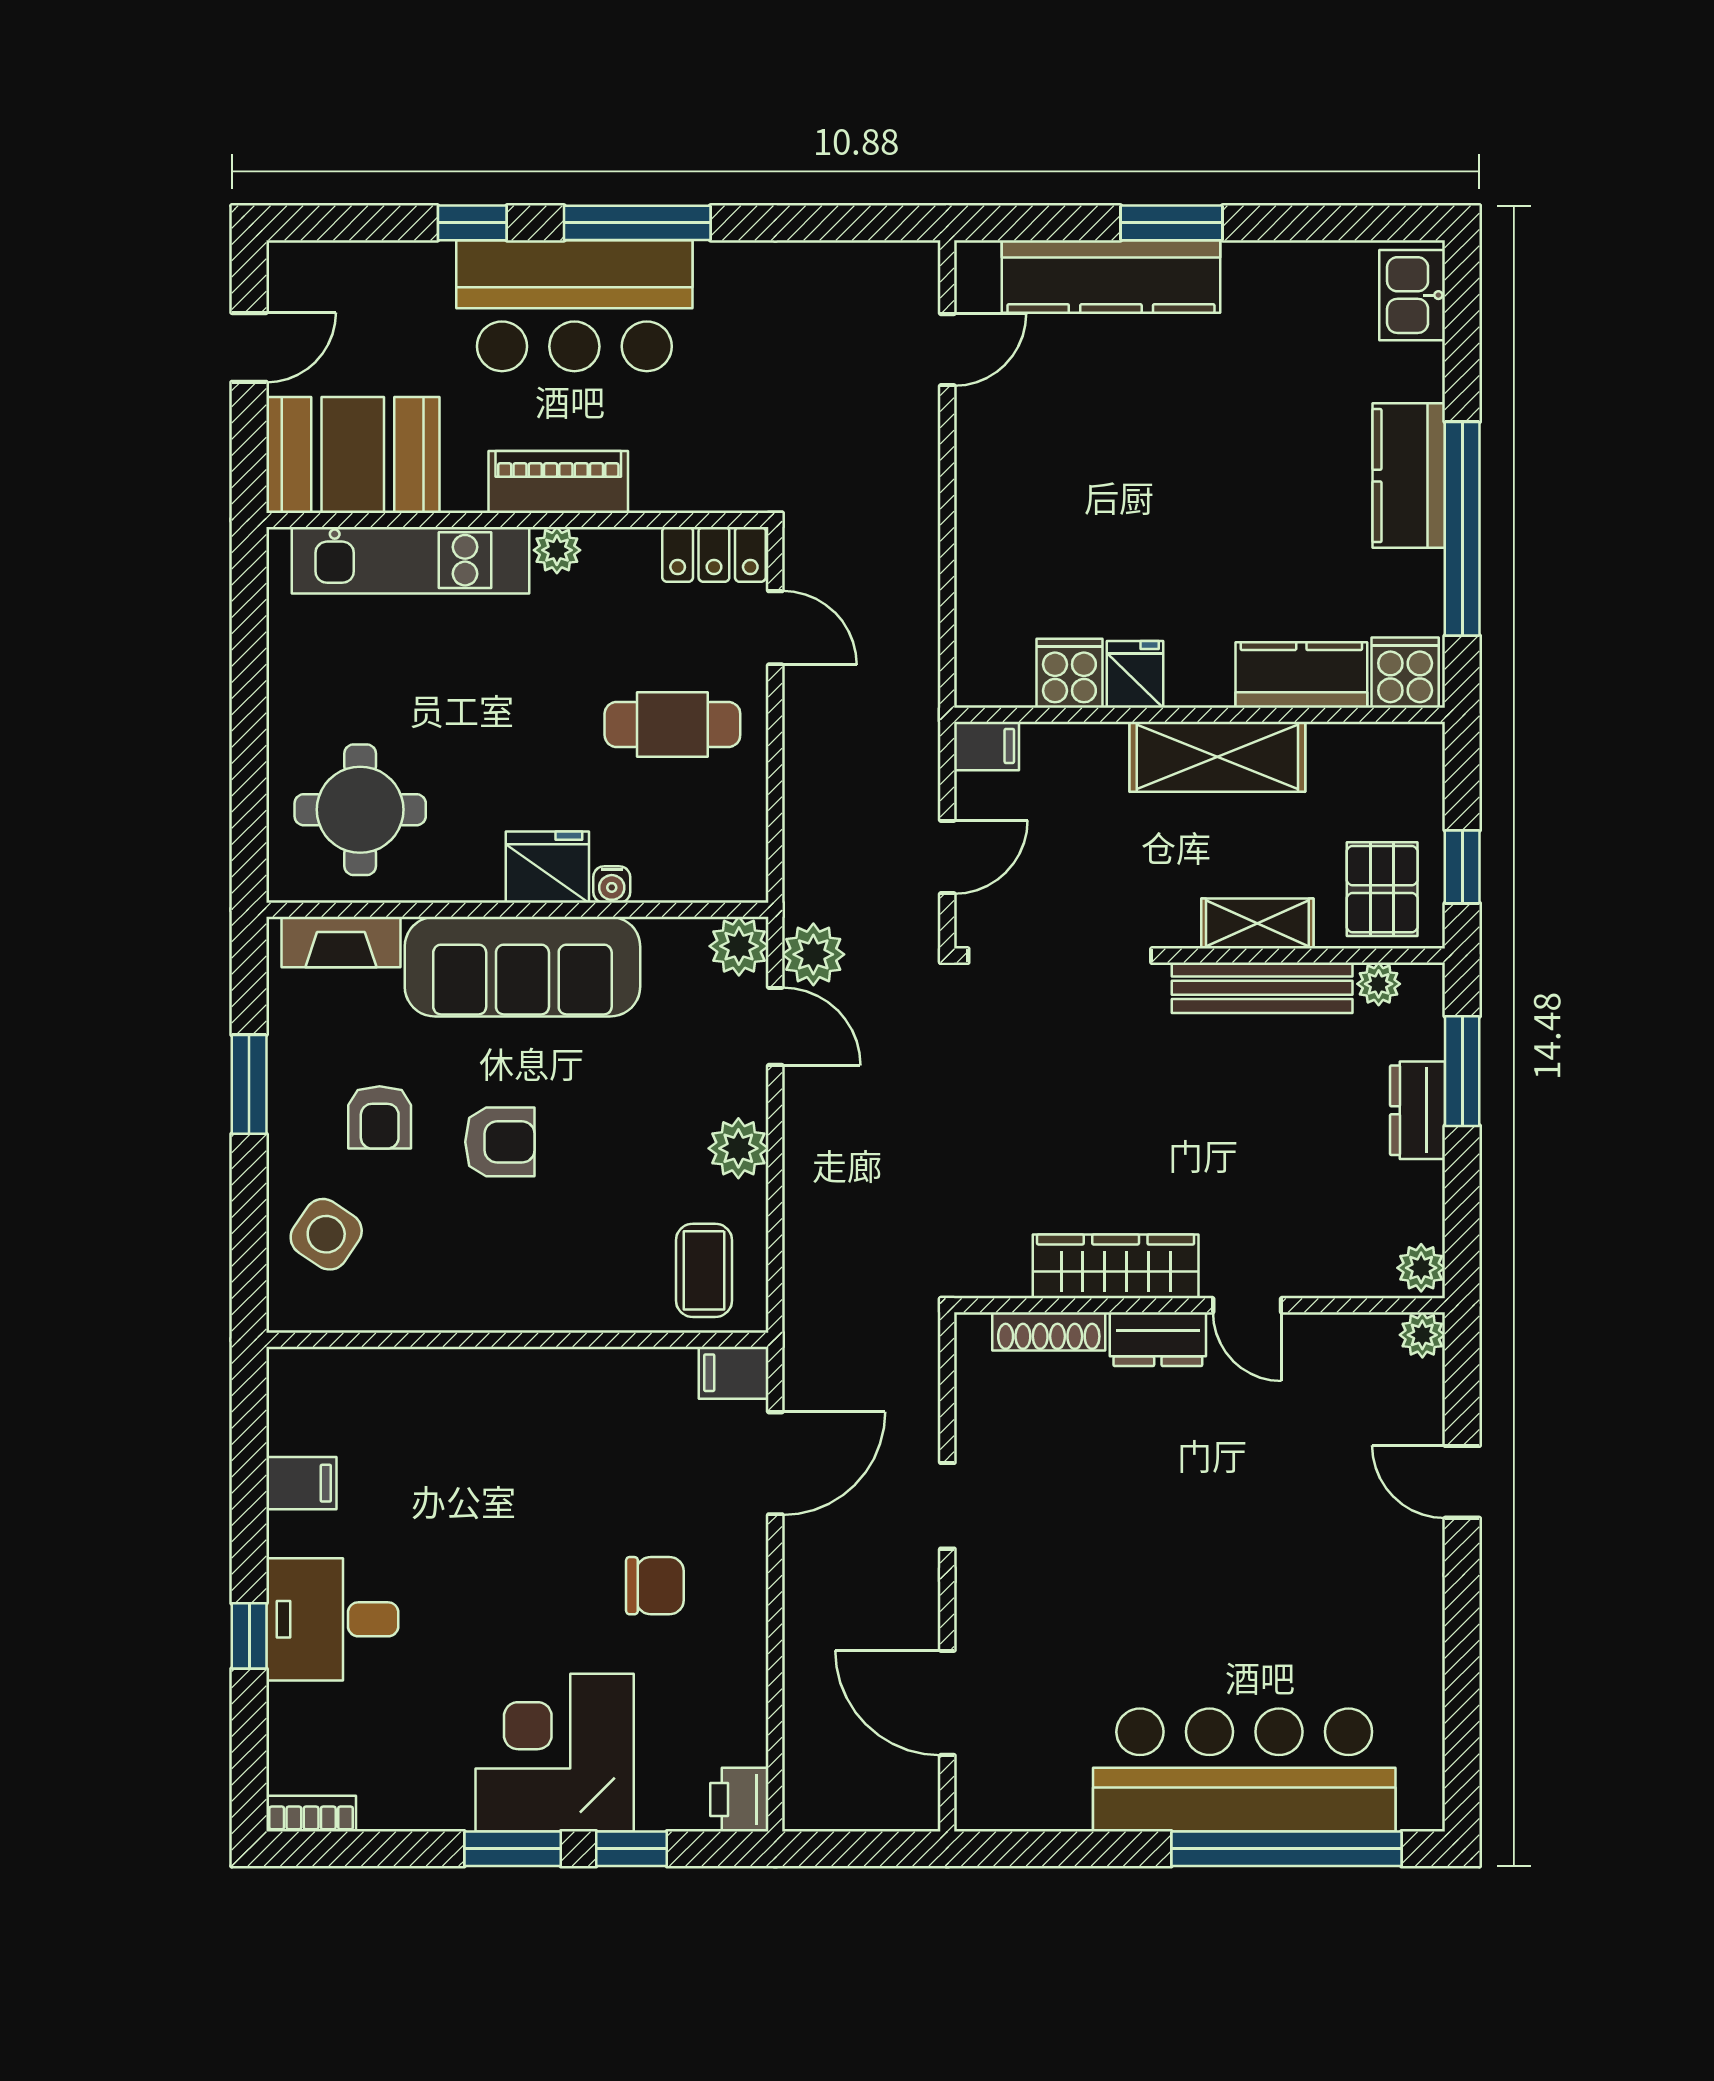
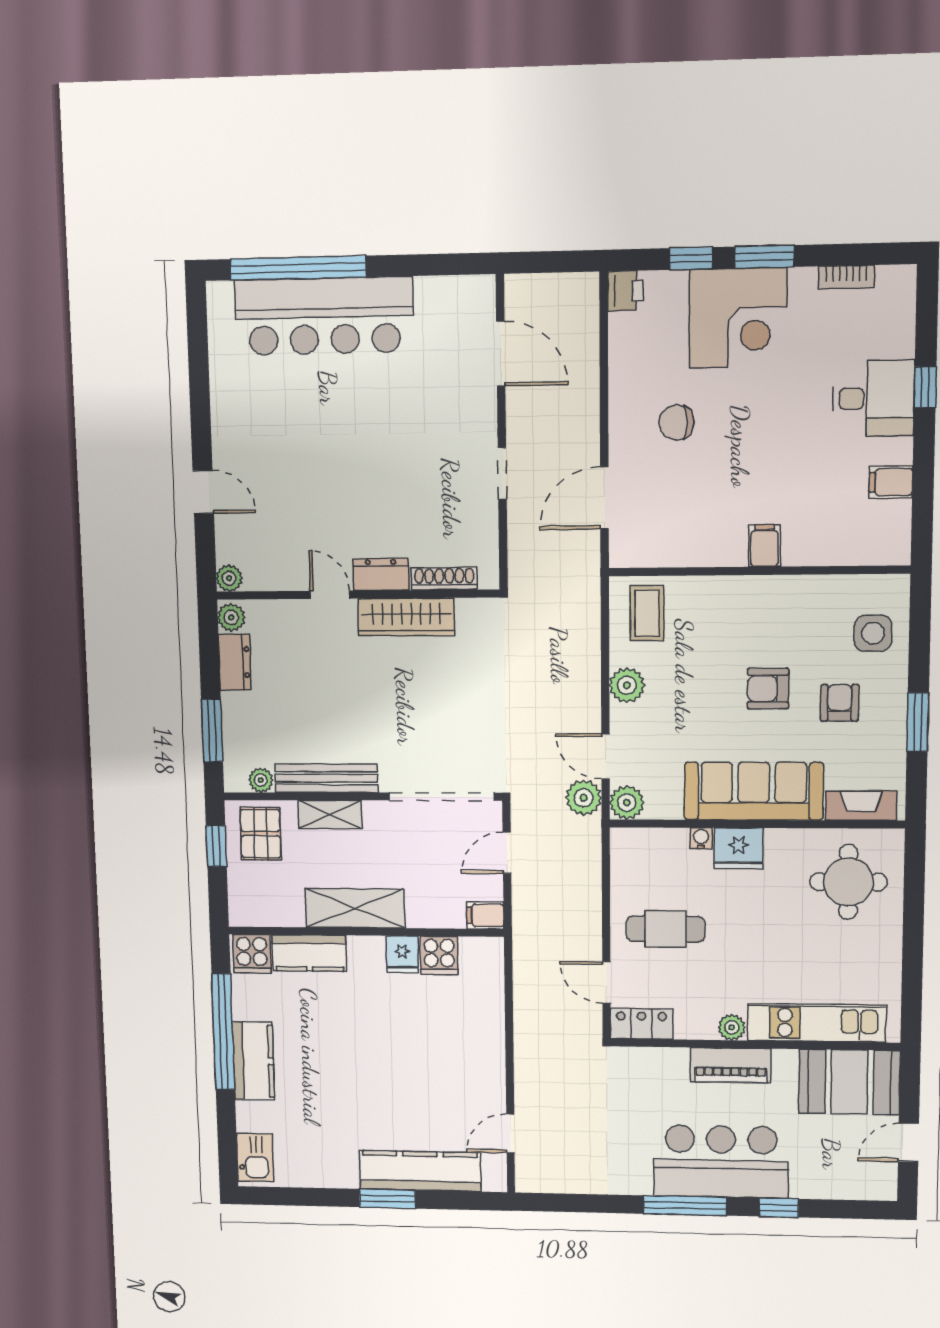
dresser: (1418, 1110) -> (235, 662), moved
side table: (326, 1234) -> (873, 633), turned -34
filing cabinet: (734, 1373) -> (764, 546), moved, turned -90
bookcase: (311, 1814) -> (846, 277), moved

